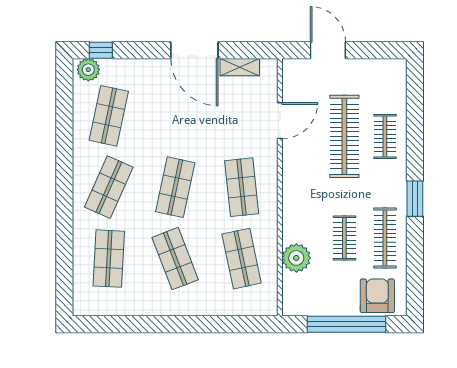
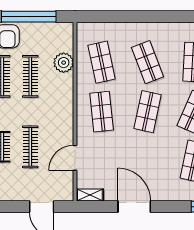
shelving: (240, 67) -> (90, 195), moved
clothes rail: (344, 136) -> (30, 147), width x0.73, depth x0.76
clothes rail: (344, 238) -> (30, 76), width x1.36

